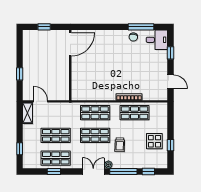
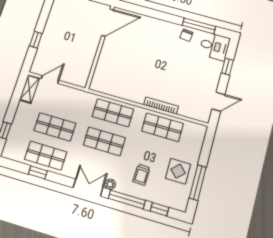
door: (171, 82) -> (218, 102), hinge flipped
door: (40, 101) -> (50, 79), hinge flipped
trolley: (120, 145) -> (141, 175), moved
window: (171, 145) -> (198, 183), width x2.17

